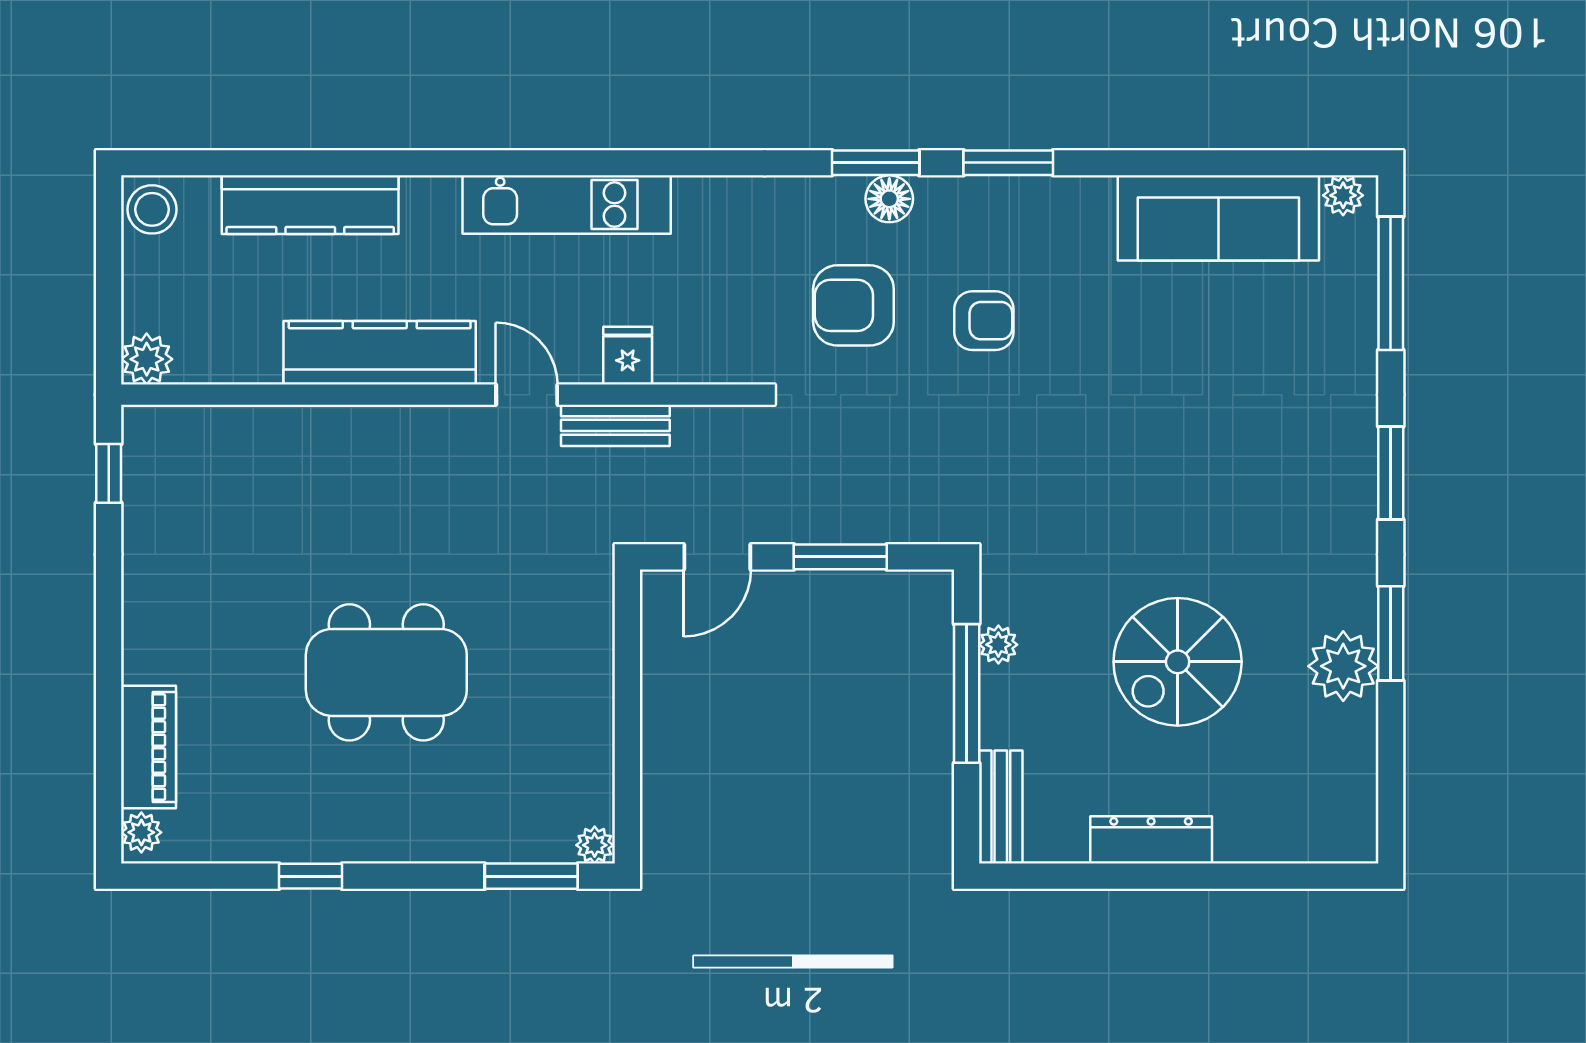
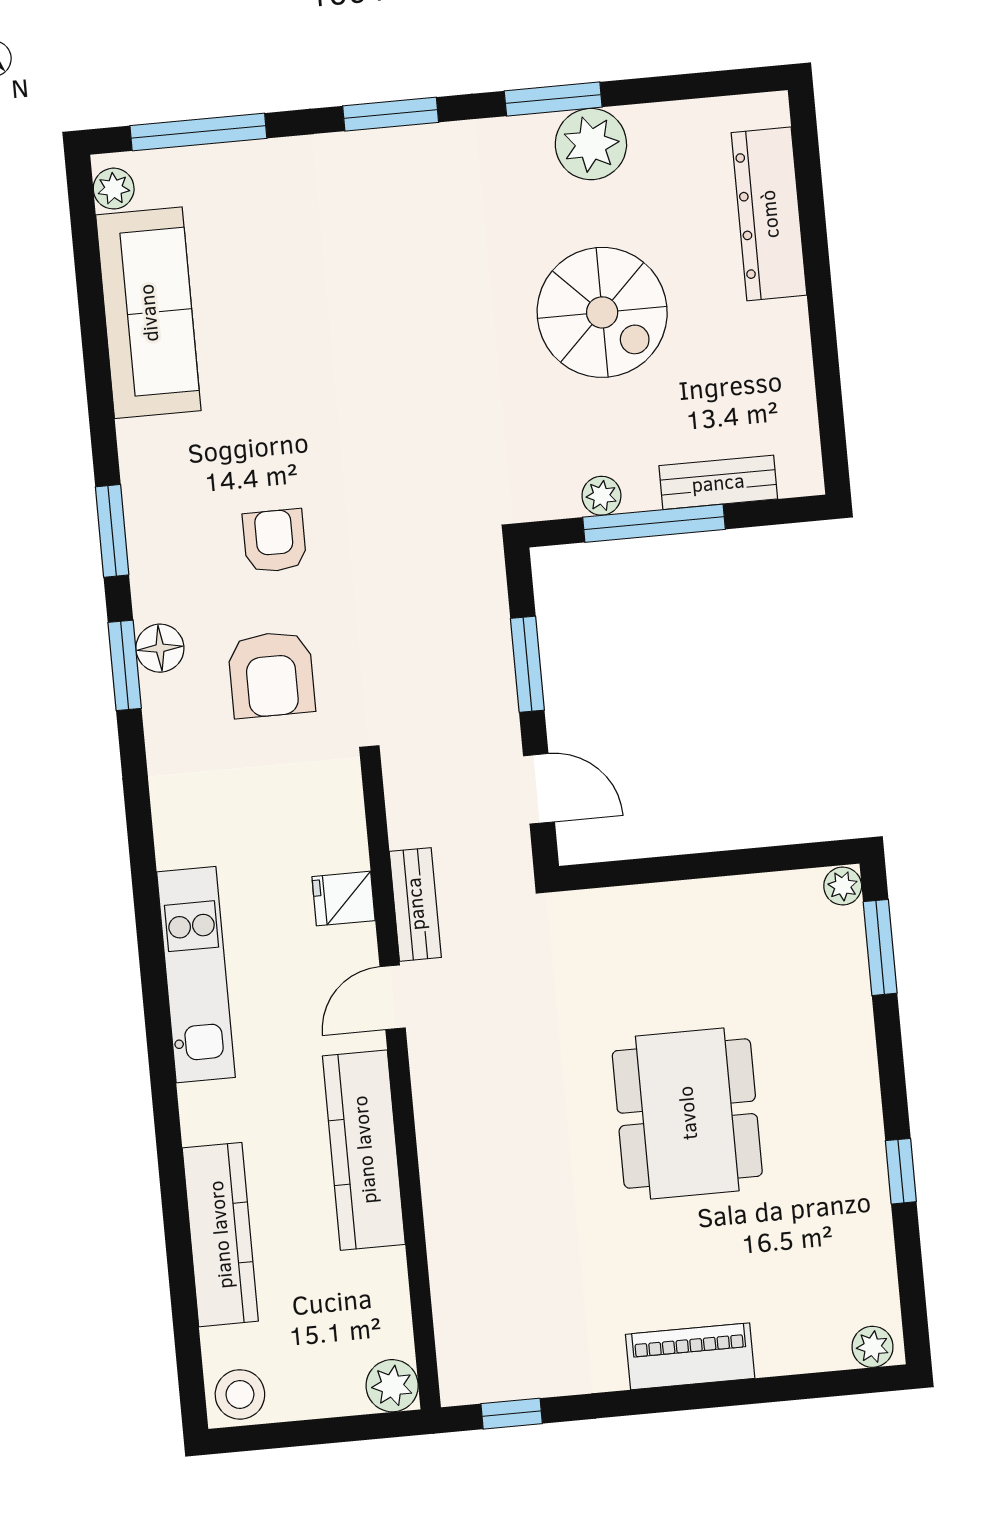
piano: (149, 747) -> (690, 1356), moved
bench: (1001, 807) -> (718, 482), moved
dresser: (1151, 840) -> (769, 214), moved, width x1.37, depth x1.24

